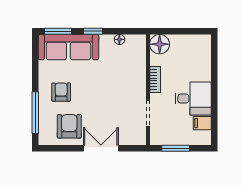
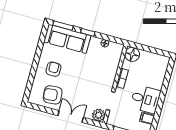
window: (35, 113) -> (31, 79), removed
armchair: (69, 126) -> (53, 95), turned -96
plant: (137, 136) -> (99, 115), added

